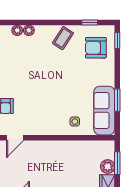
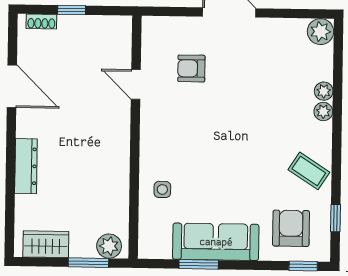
sofa: (104, 111) -> (216, 242), moved
plant: (108, 167) -> (109, 246), moved

